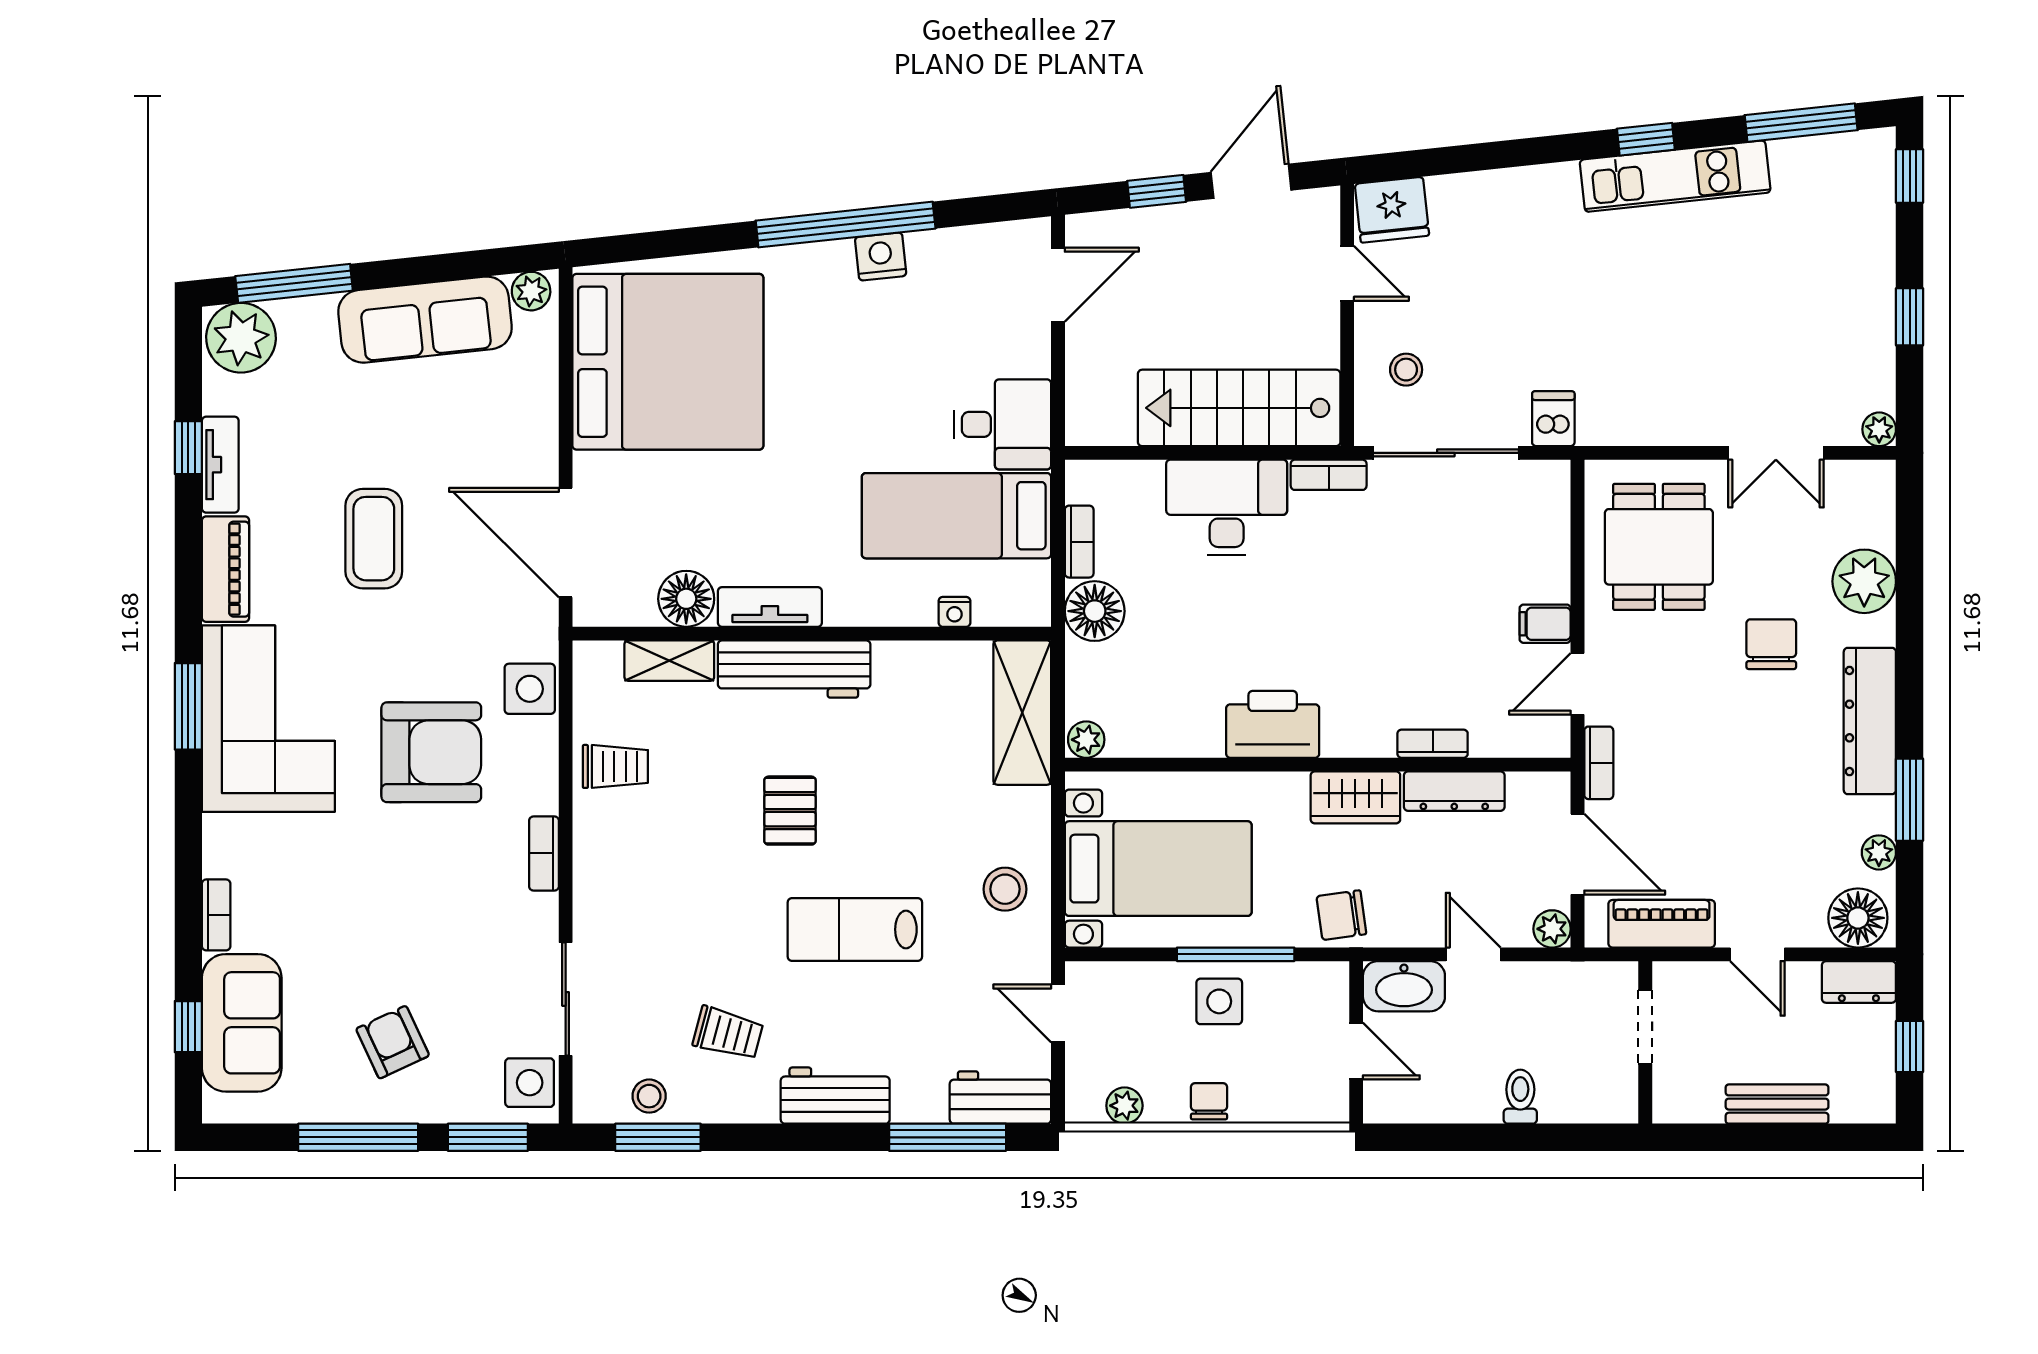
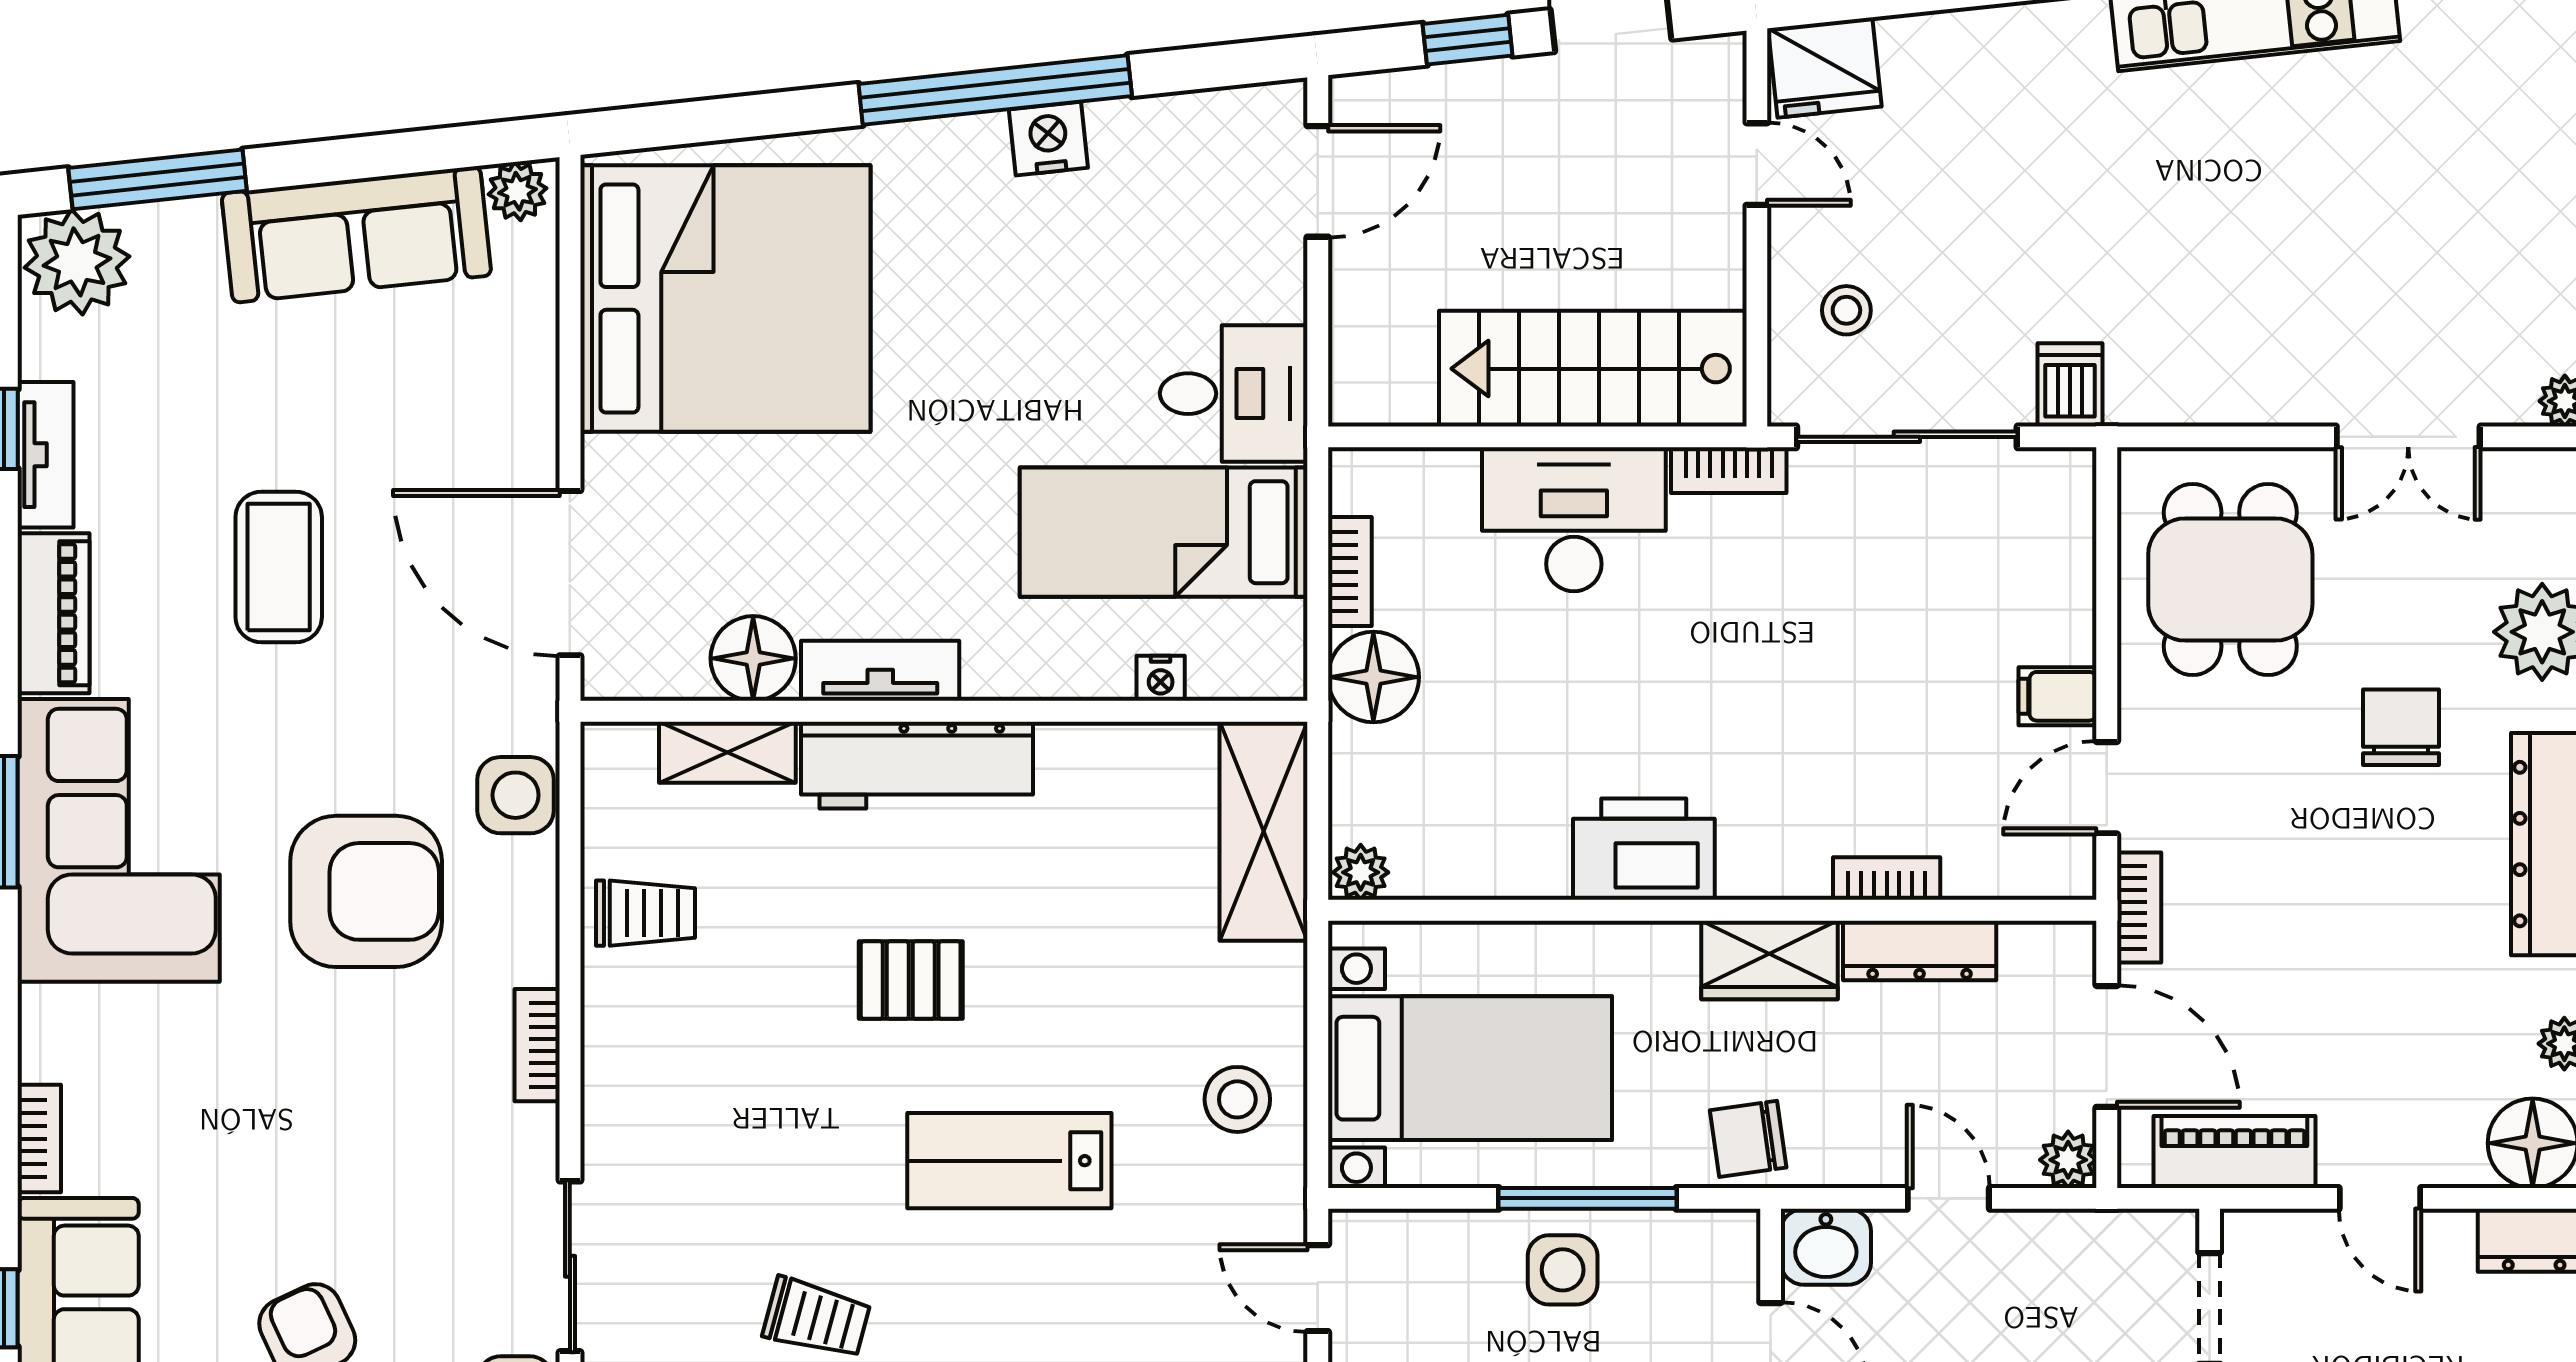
pallet: (790, 811) -> (911, 980), turned 90
washbasin: (1404, 986) -> (1826, 1247), width x0.72

